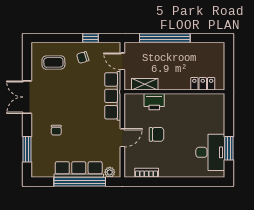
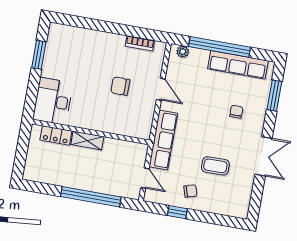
coffee table: (53, 62) -> (215, 166), moved
shelving: (145, 84) -> (87, 140), moved
printer: (154, 102) -> (116, 125), removed
door: (122, 138) -> (161, 89), swing flipped
desk: (210, 152) -> (53, 101), moved
row of seats: (79, 170) -> (238, 65), moved

